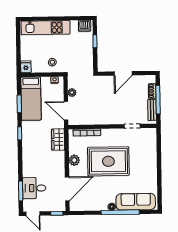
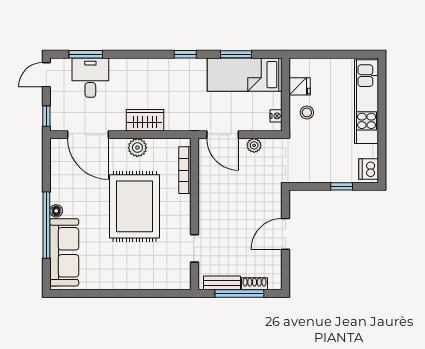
fridge: (26, 67) -> (300, 86), moved
door: (123, 73) -> (286, 234), hinge flipped
door: (66, 111) -> (223, 135), swing flipped
wardrobe: (58, 139) -> (145, 120), moved

